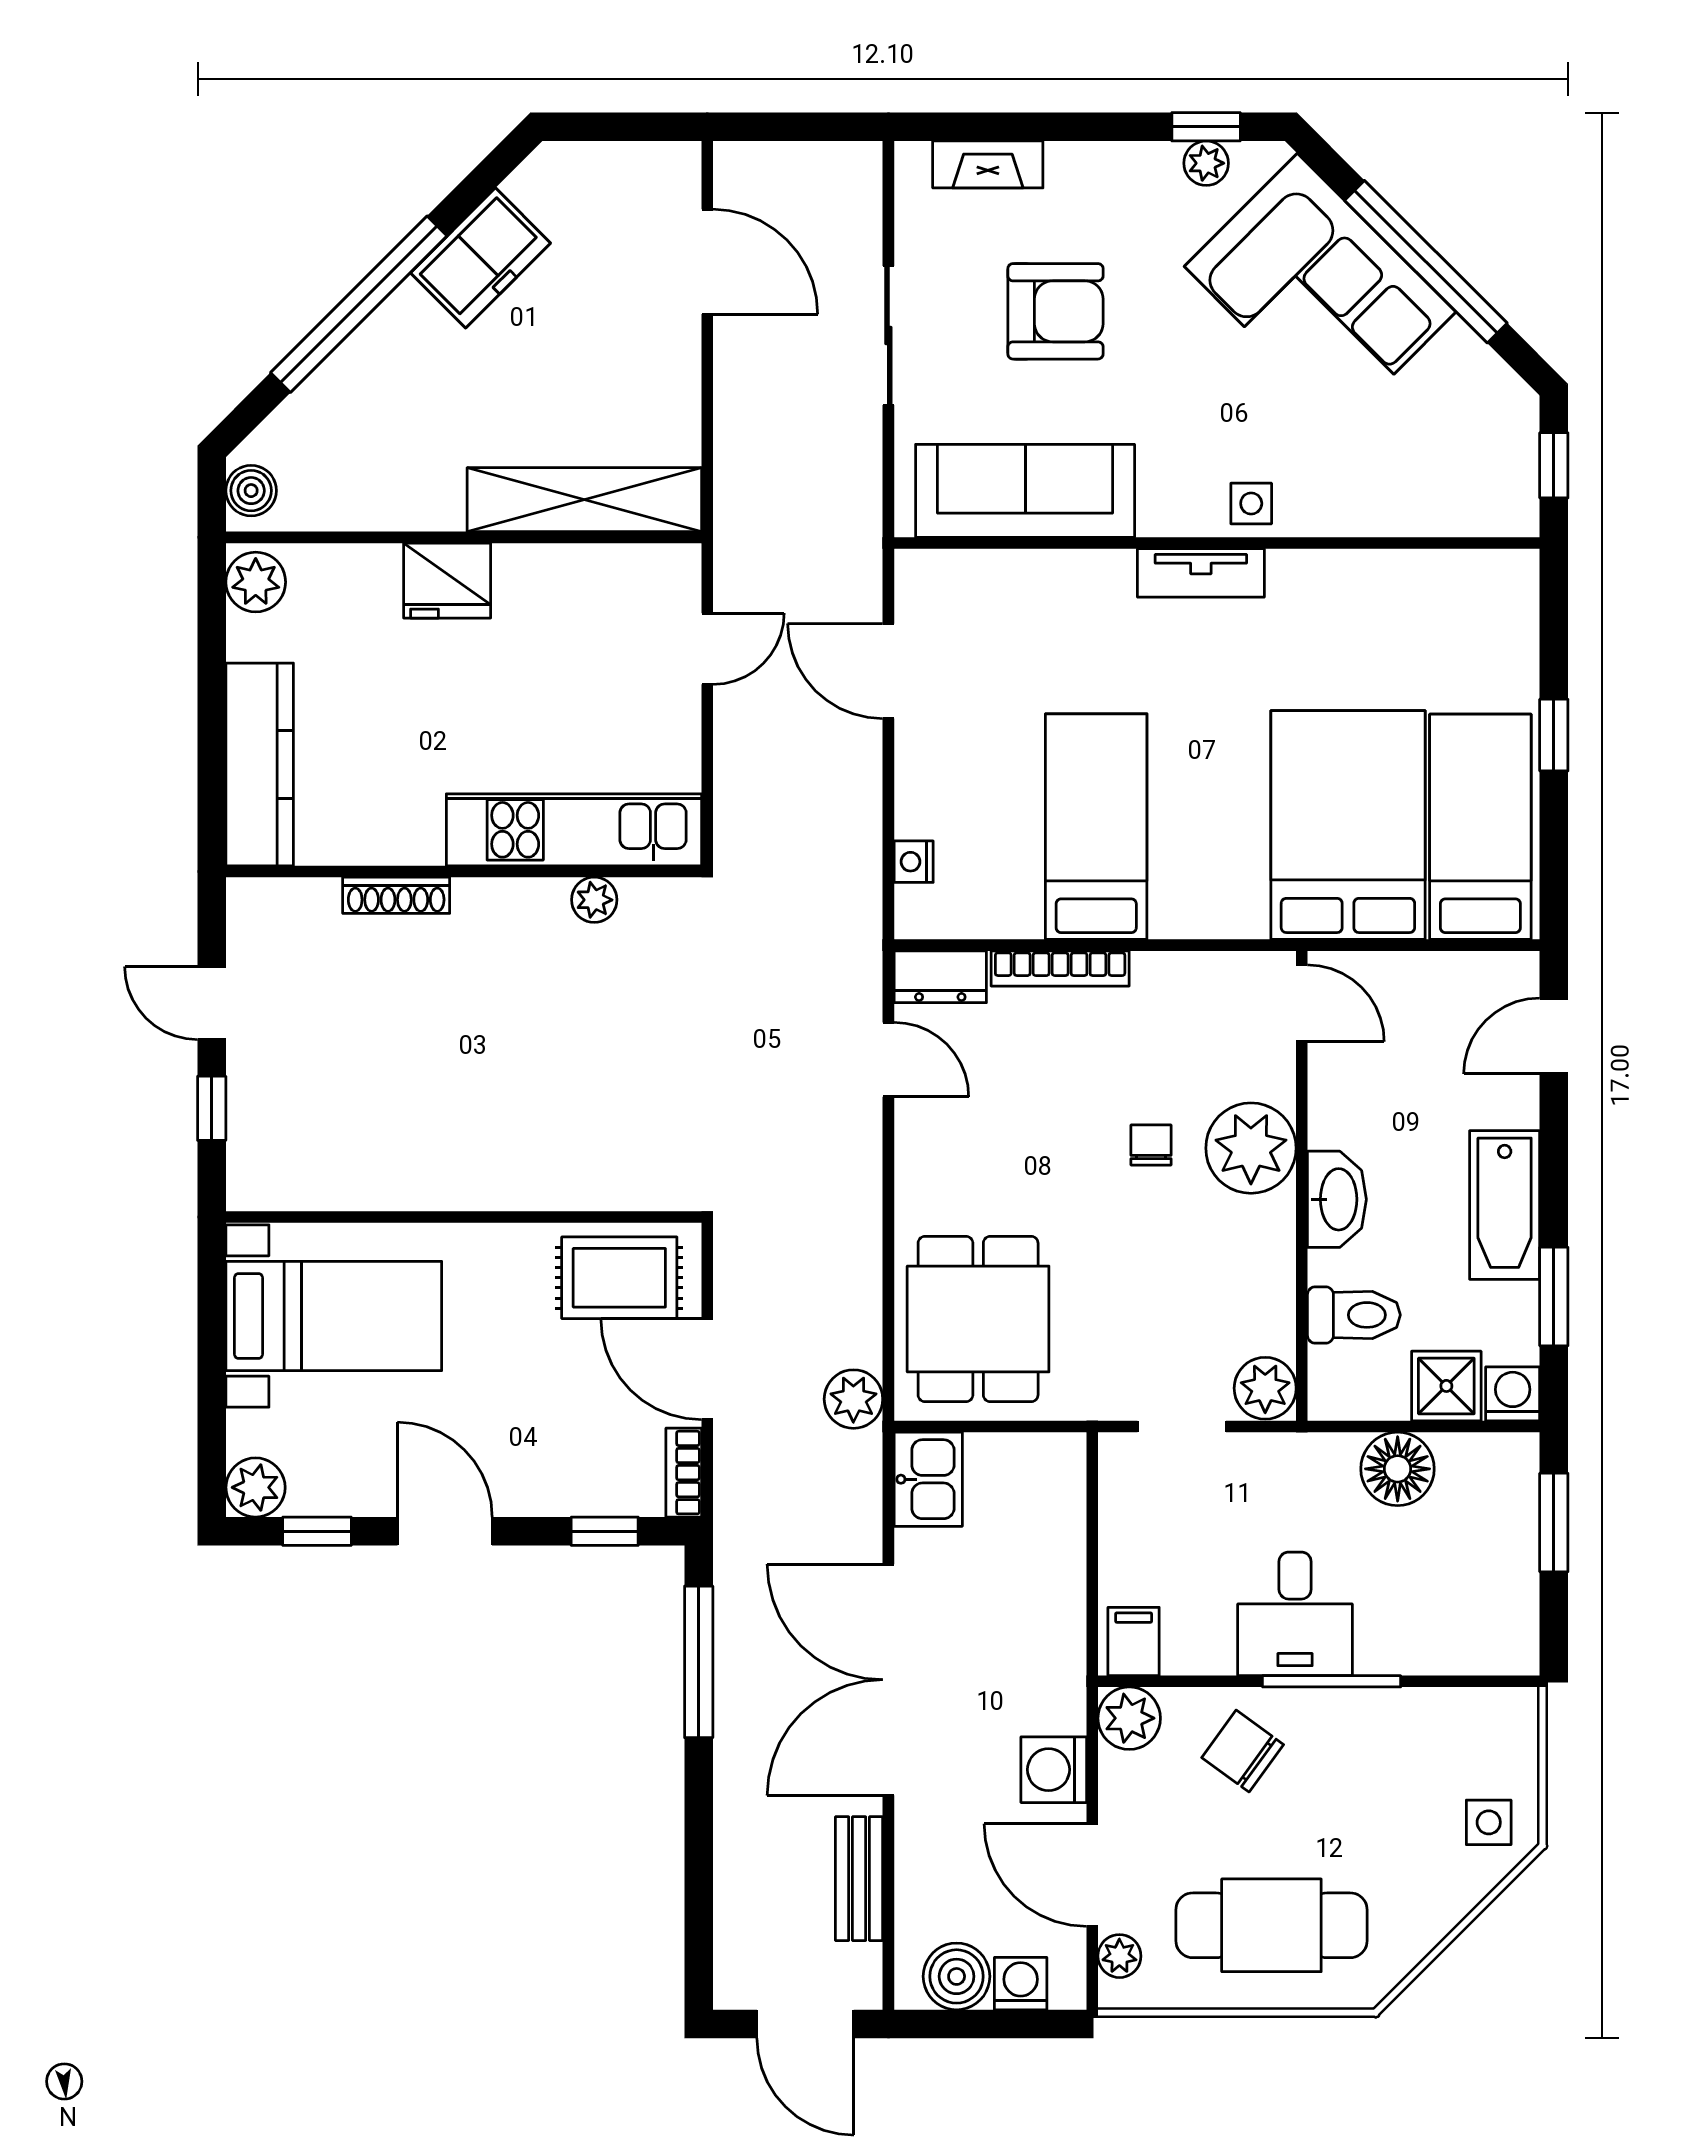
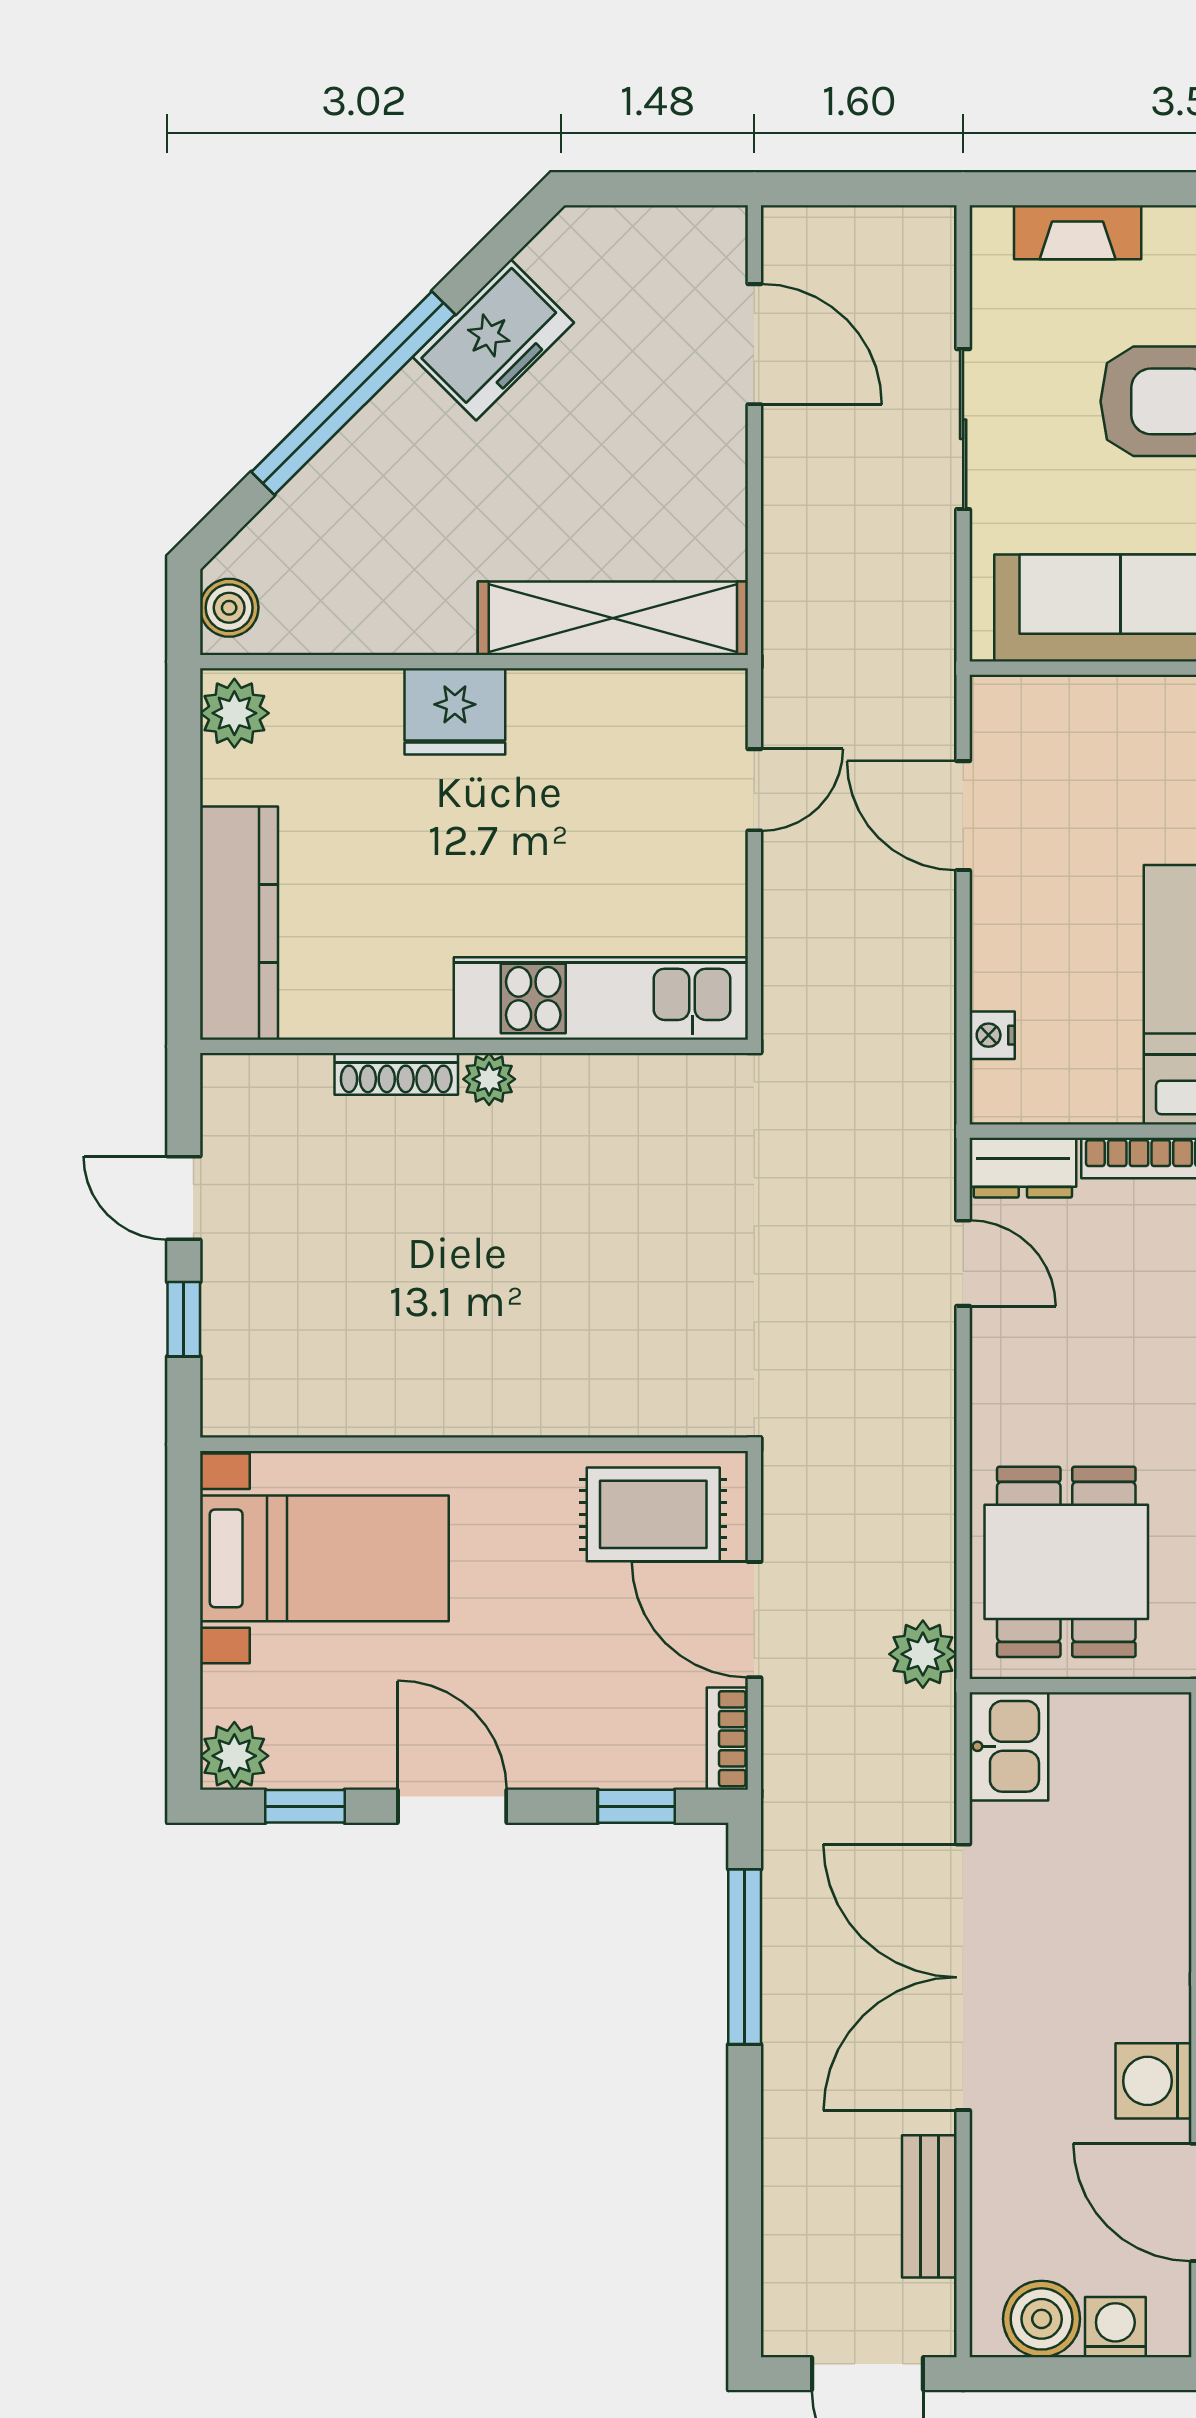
plant: (594, 900) -> (489, 1079), moved

